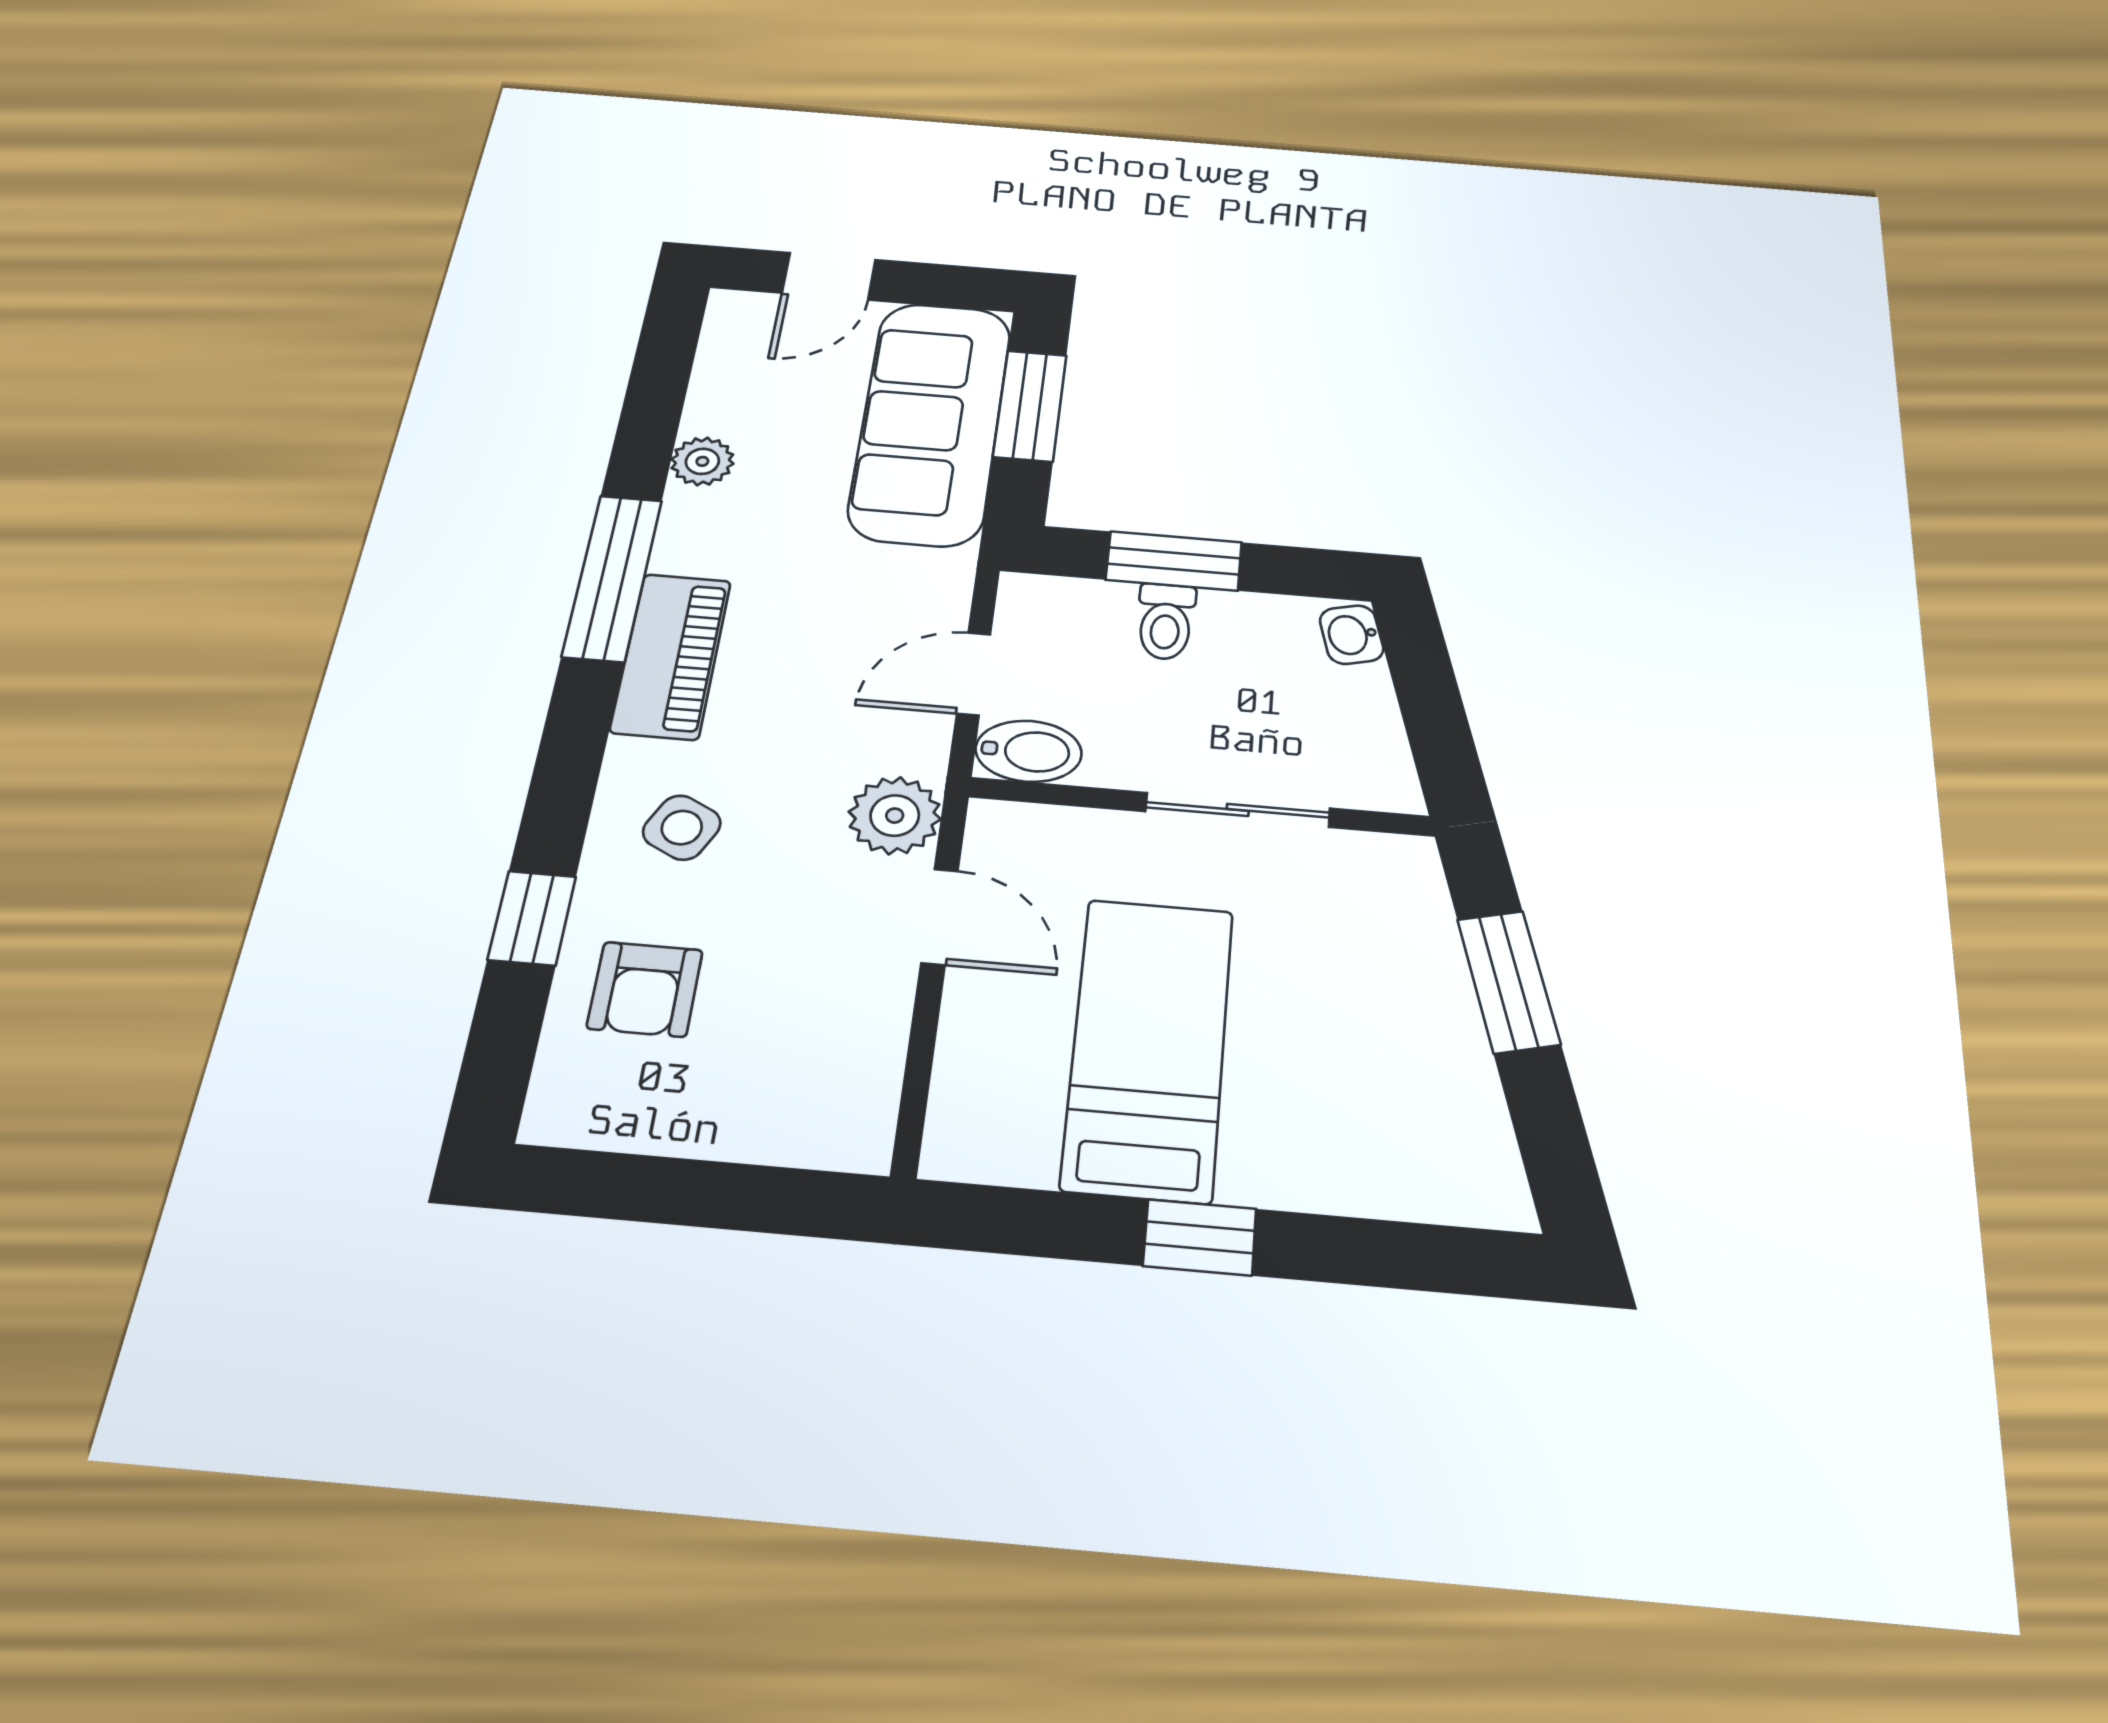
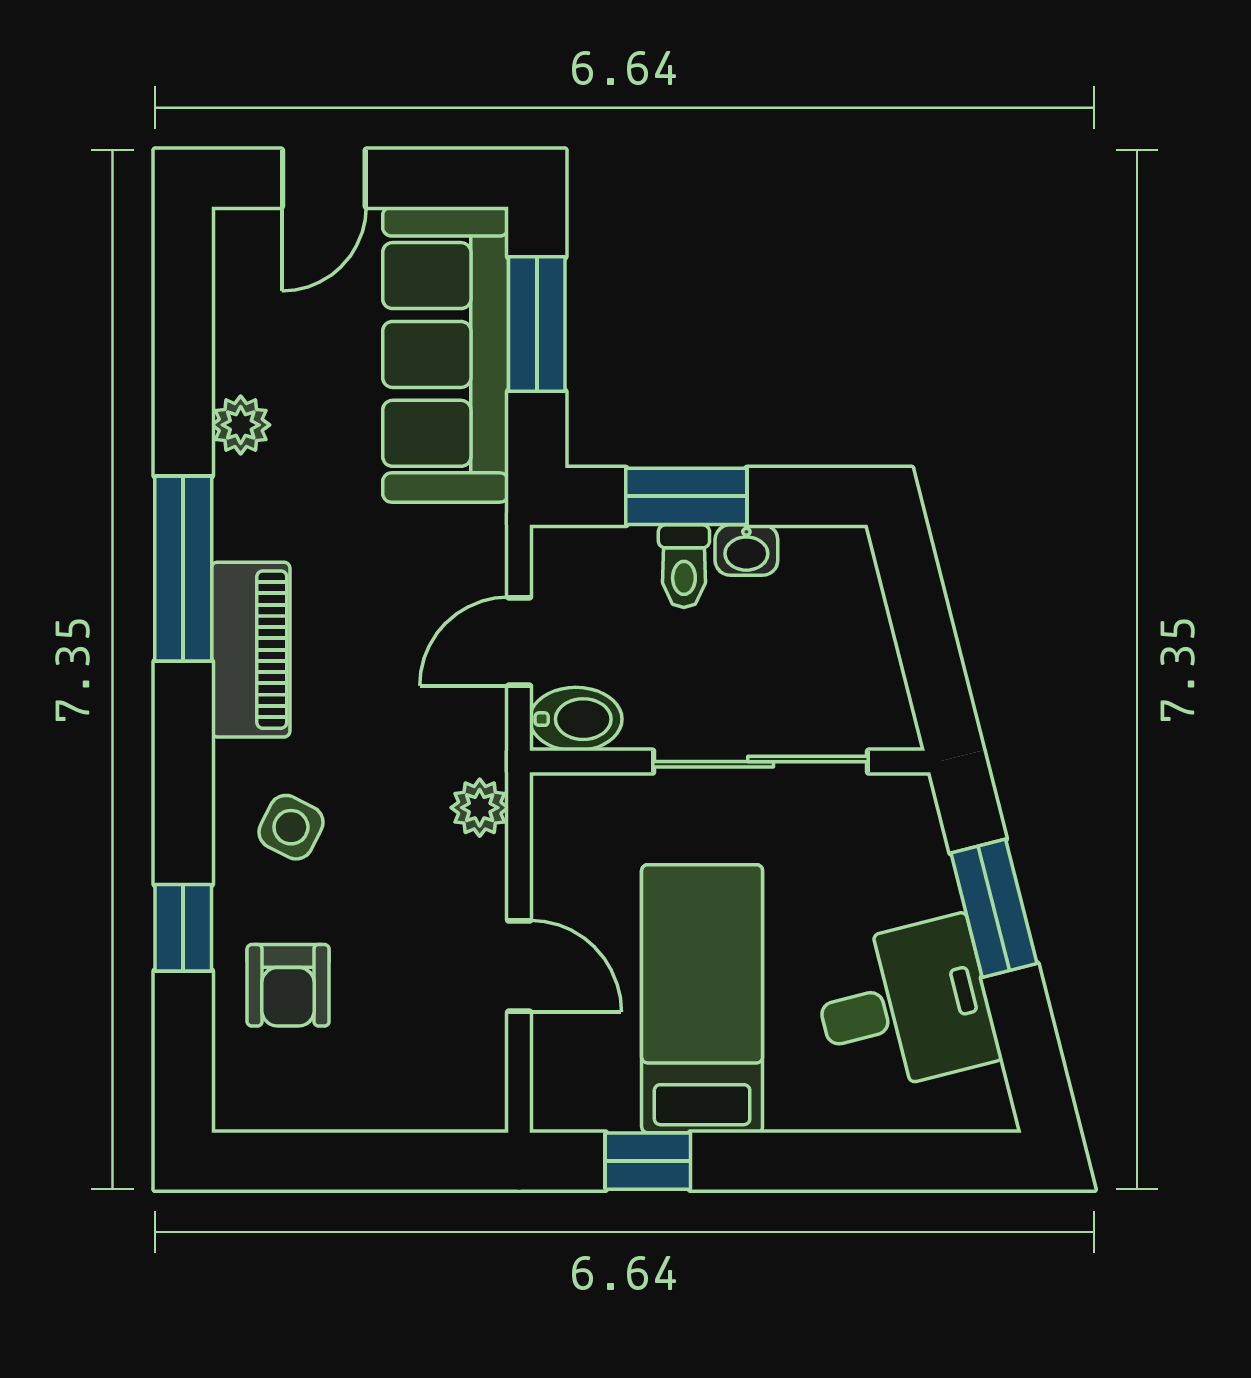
washbasin: (1352, 635) -> (746, 550), moved, turned -76
sliding door: (1238, 810) -> (761, 762), width x1.37
plant: (895, 816) -> (480, 808), width x0.73, depth x0.73
door: (940, 917) -> (519, 966), moved
desk: (1397, 1077) -> (904, 1006), added
window: (1200, 1237) -> (648, 1161), moved

